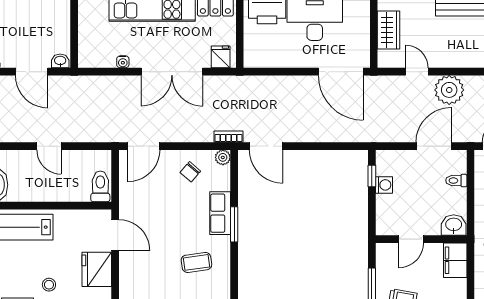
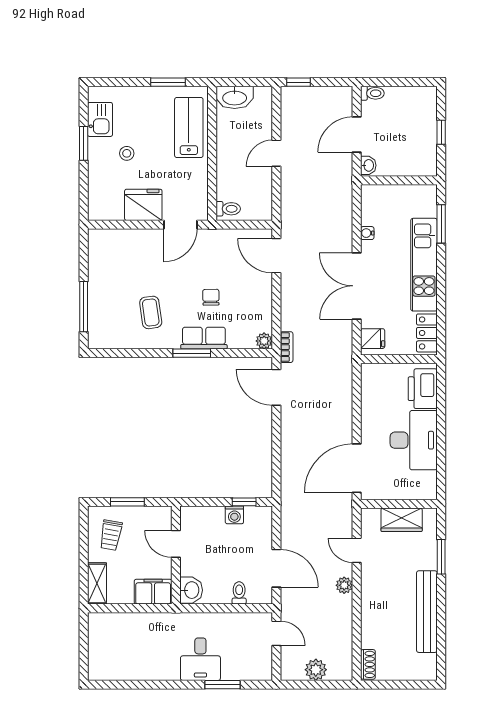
door: (417, 72) -> (357, 550), swing flipped
plant: (449, 90) -> (344, 585), width x0.53, depth x0.53
door: (266, 146) -> (276, 387), hinge flipped
chair: (190, 172) -> (211, 297), moved, turned 48
toilet: (100, 186) -> (228, 209), width x0.73, depth x0.72

